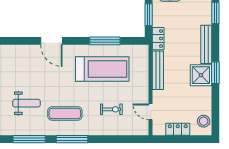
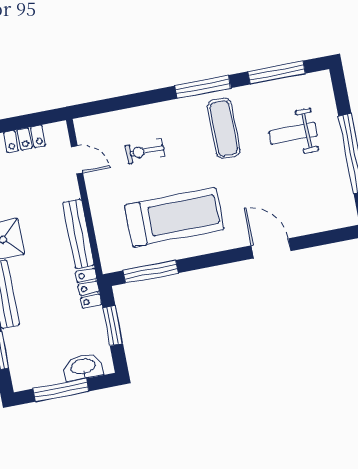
window: (105, 41) -> (151, 272), moved
treadmill: (102, 69) -> (174, 217), turned 180
exercise mat: (65, 113) -> (224, 128), turned 90

